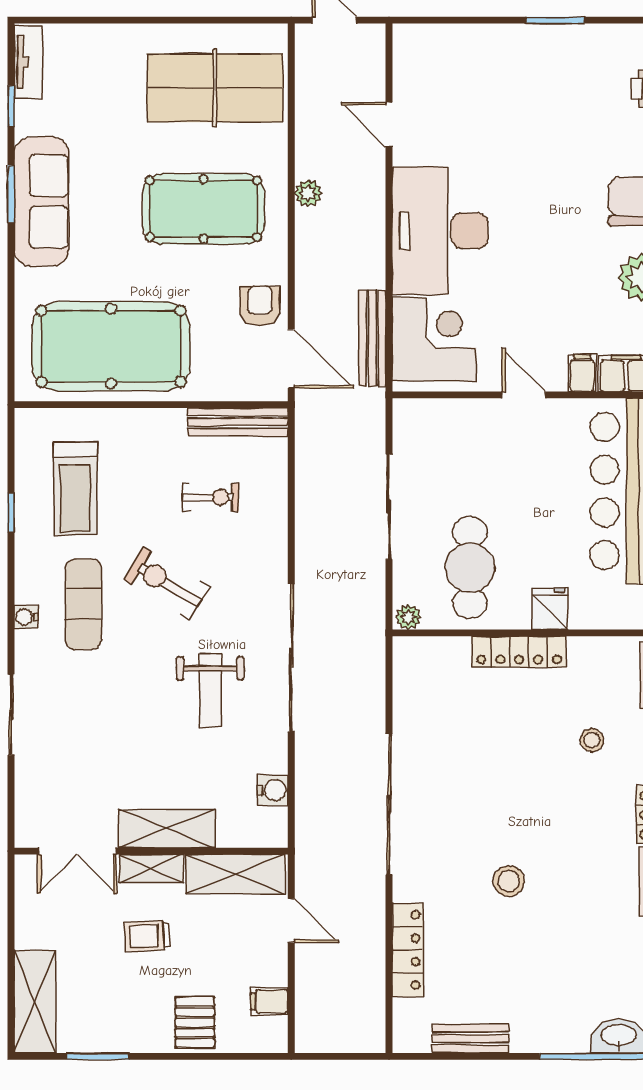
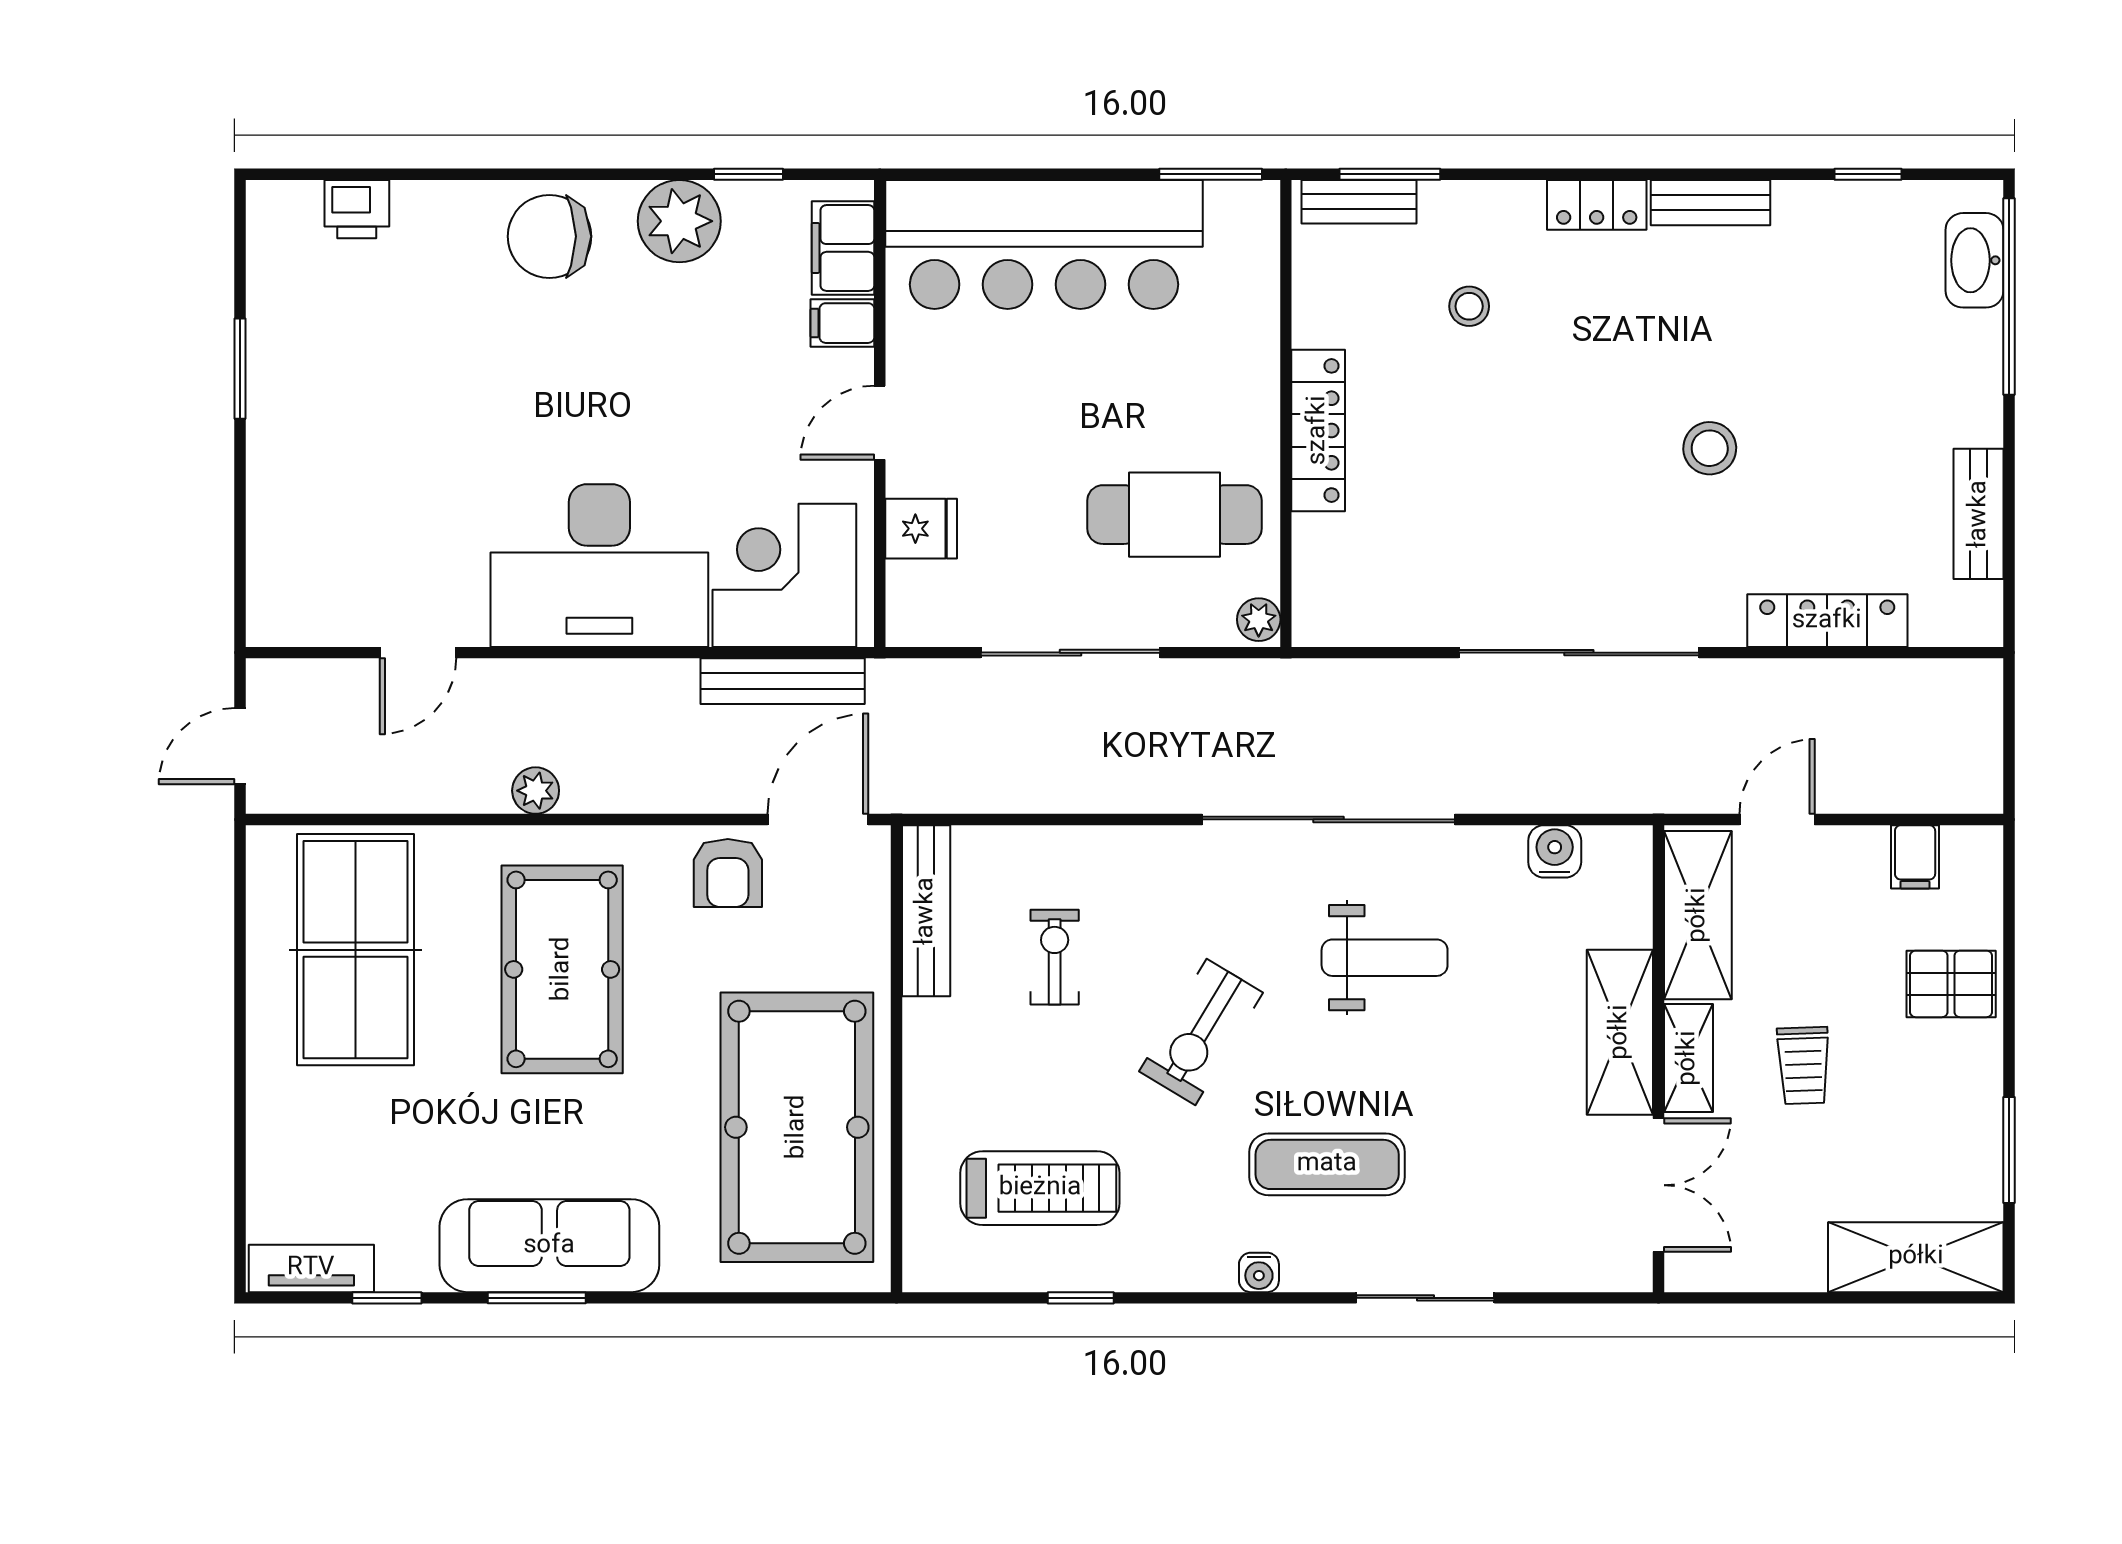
armchair: (260, 306) -> (728, 873), turned -90
exercise mat: (83, 604) -> (1327, 1164), moved
fridge: (550, 609) -> (921, 529), moved, turned 180

